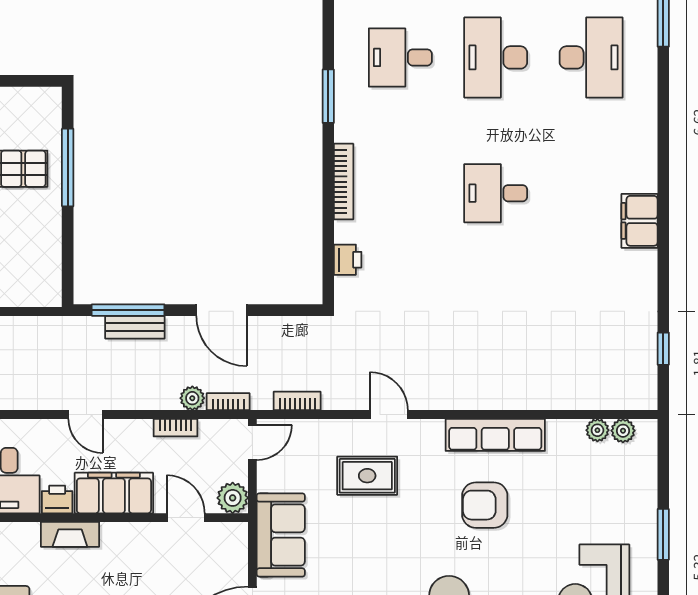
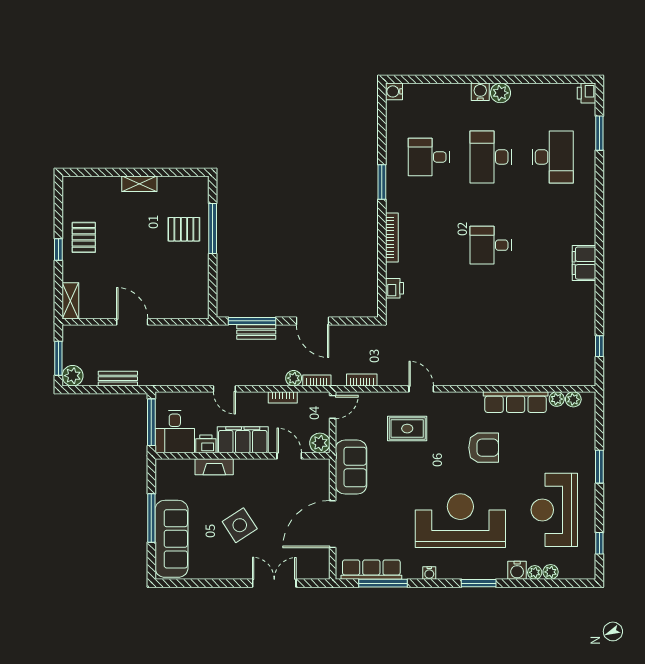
row of seats: (495, 435) -> (516, 402), moved
armchair: (485, 505) -> (484, 448), turned 180

